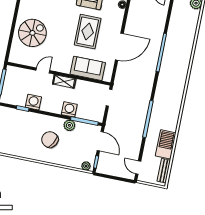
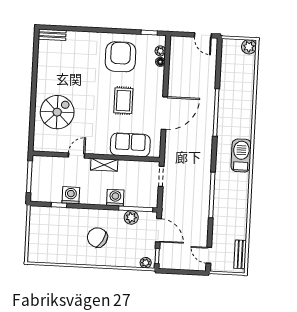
rug: (88, 32) -> (123, 101), width x0.73, depth x0.70
plant: (69, 125) -> (131, 217), moved
barbecue: (166, 144) -> (241, 155), moved

